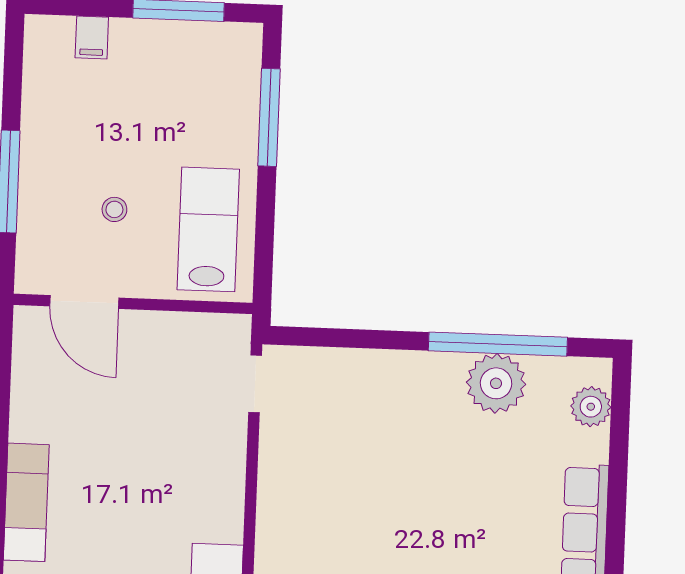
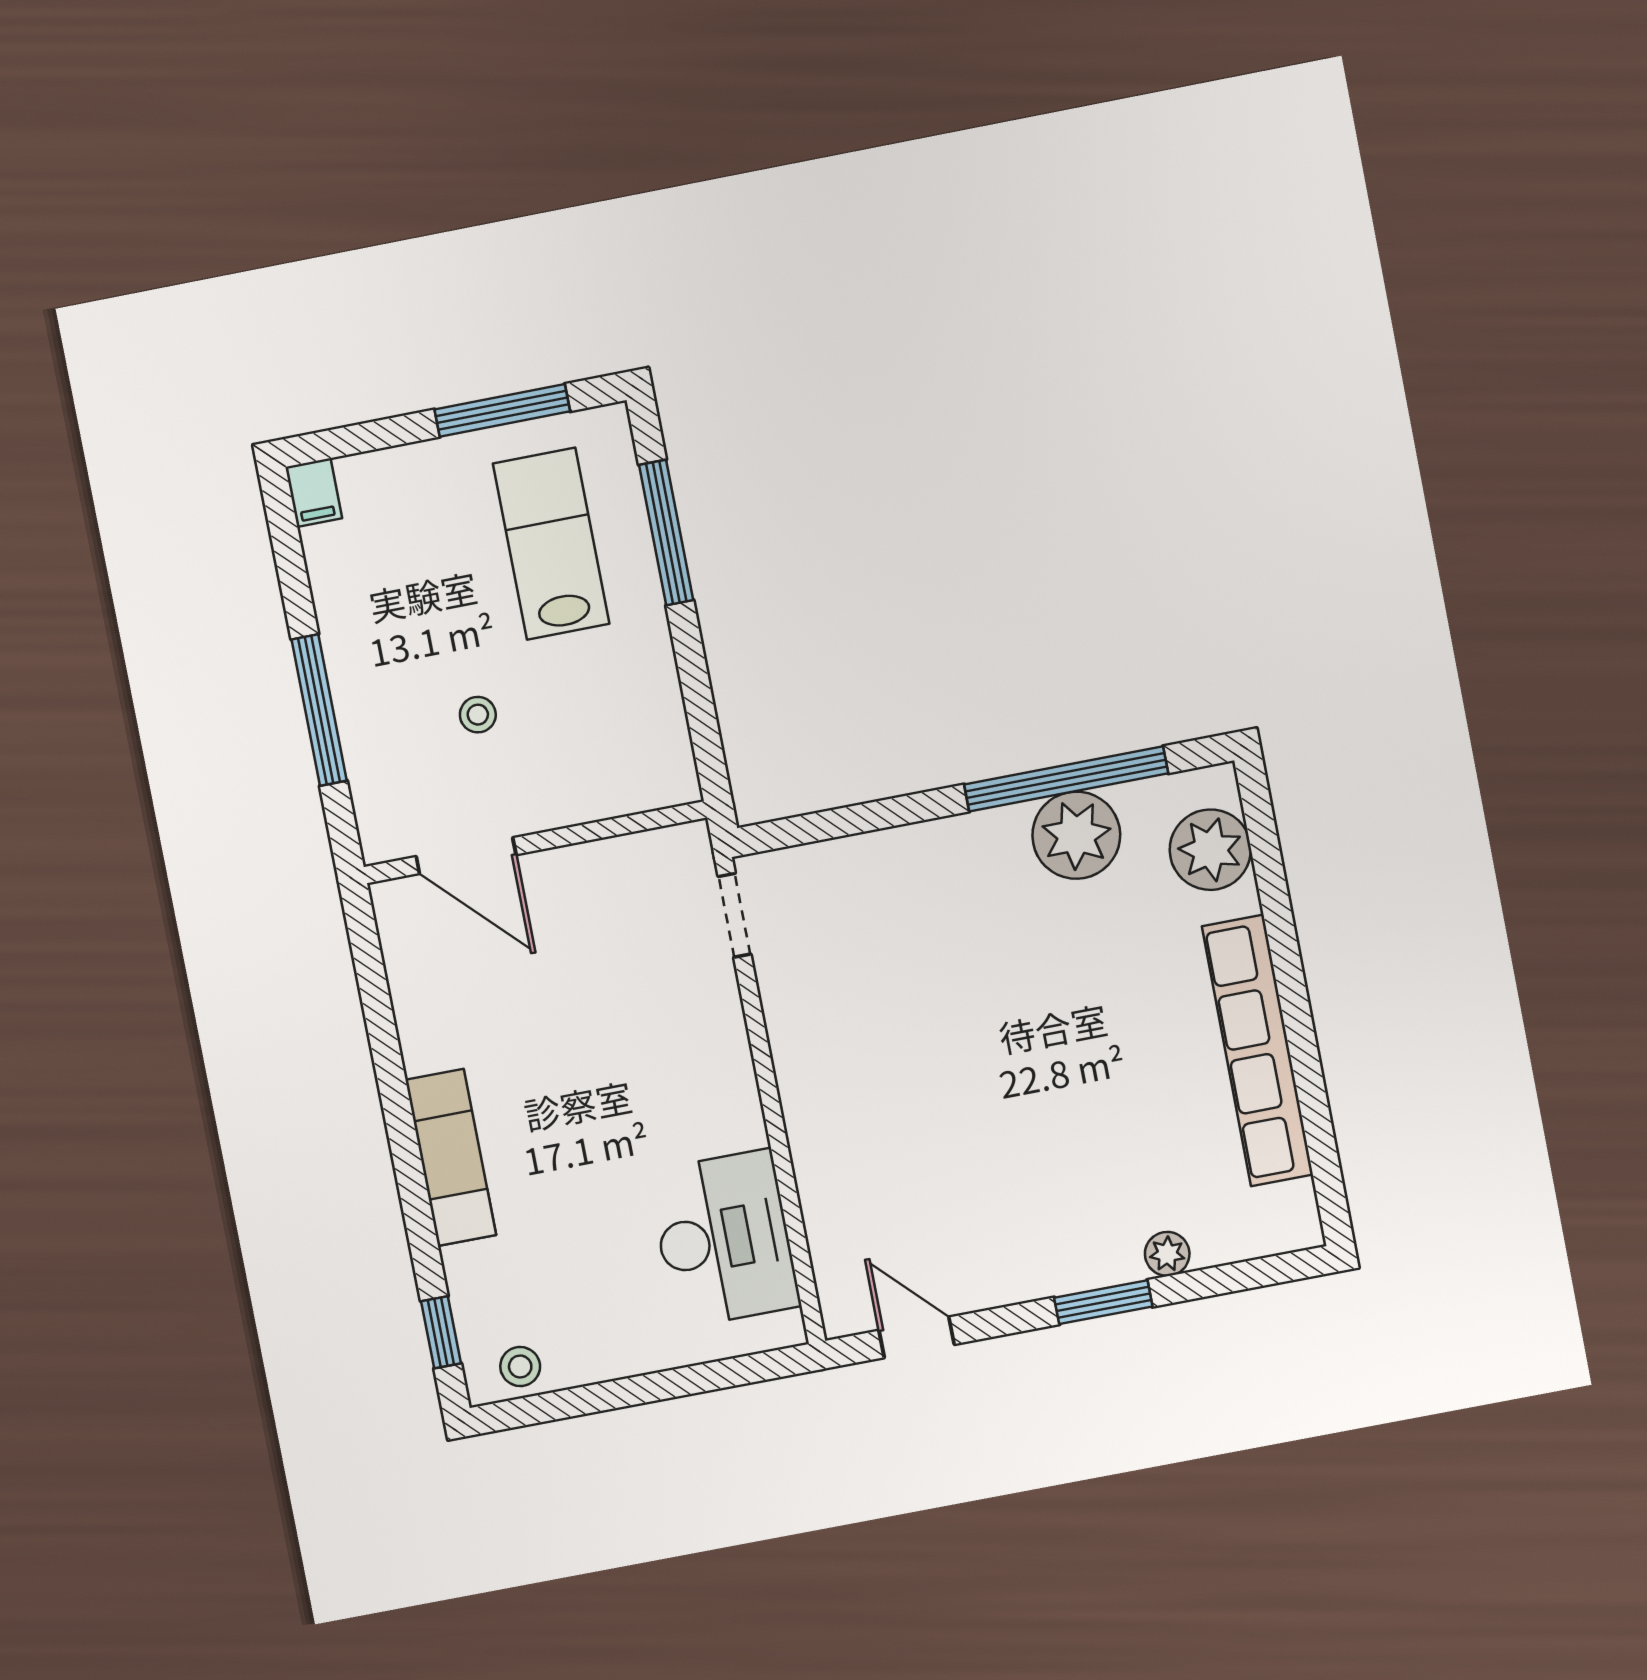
filing cabinet: (92, 37) -> (314, 492), moved
lab bench: (208, 229) -> (551, 544), moved
plant: (591, 407) -> (1210, 850), width x1.36, depth x1.36

